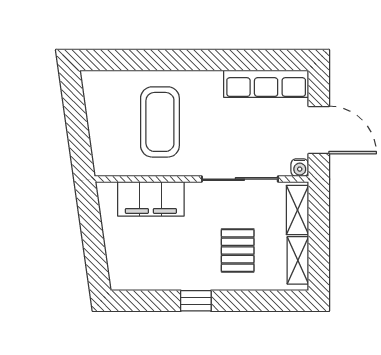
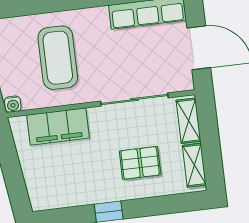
water cooler: (300, 168) -> (13, 104), moved
pallet: (238, 250) -> (140, 163), turned 90

